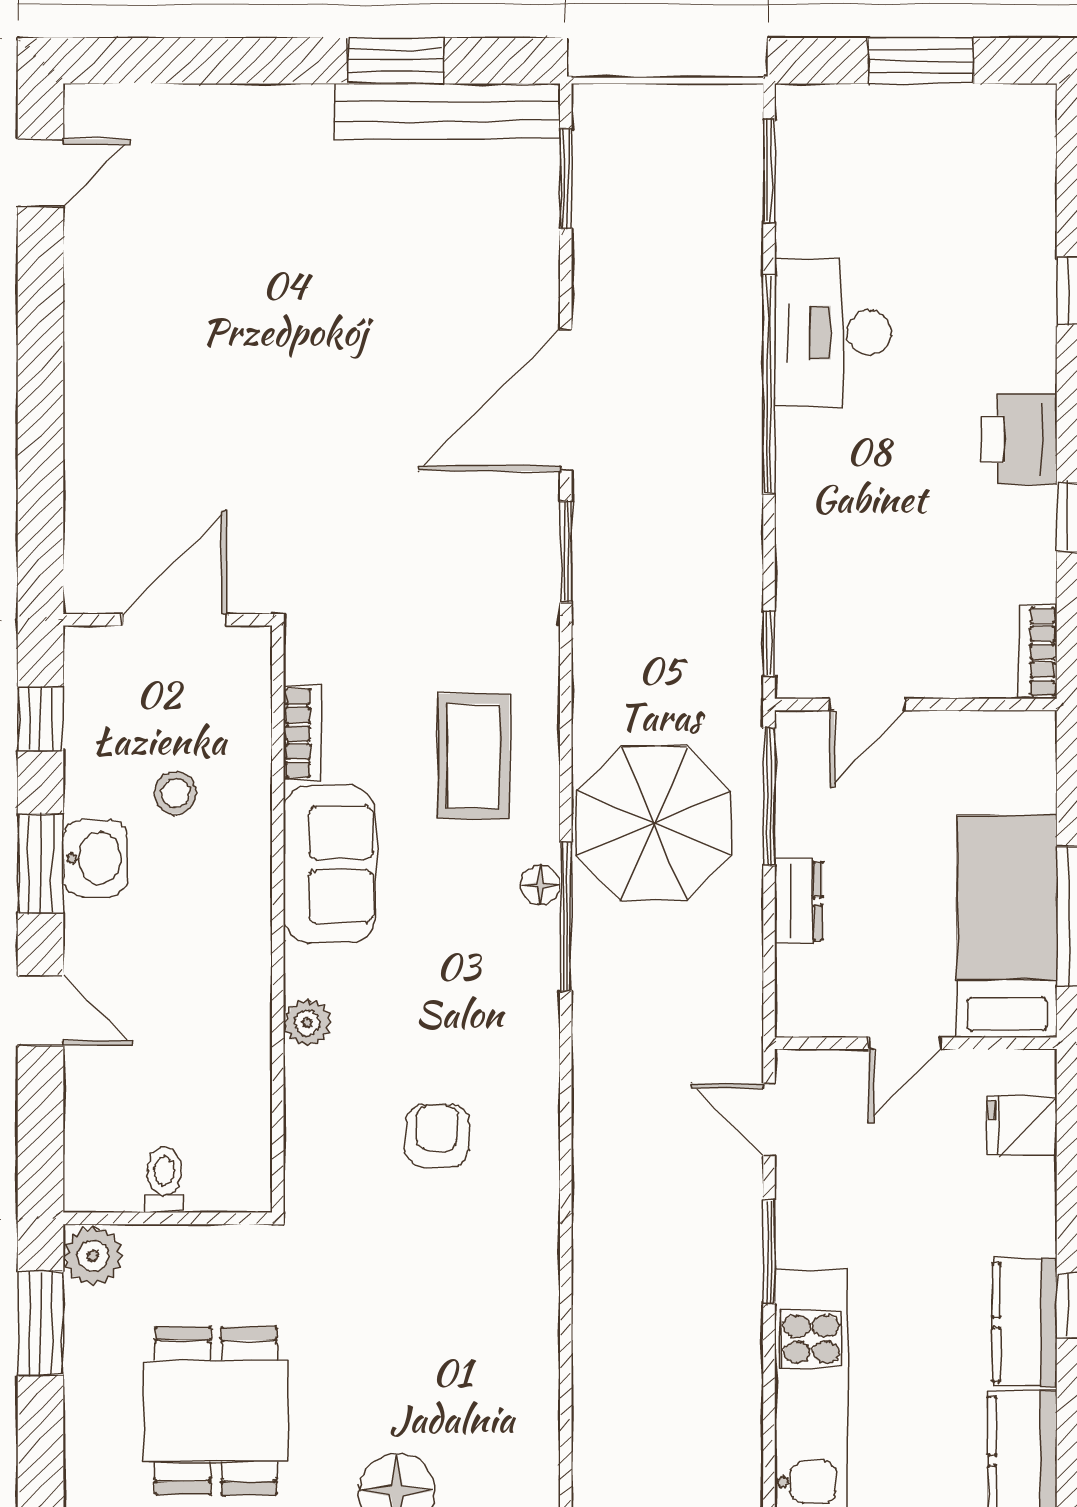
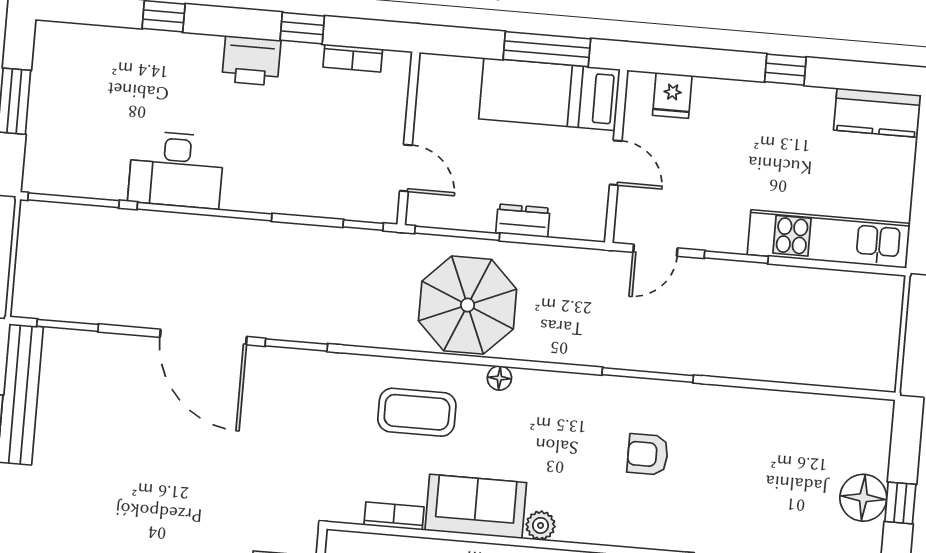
window: (769, 171) -> (74, 200), width x1.44
bookcase: (1038, 652) -> (353, 58), moved
window: (566, 916) -> (648, 375), moved
plant: (307, 1023) -> (541, 525), moved
kitchen counter: (1025, 1322) -> (793, 104), removed

